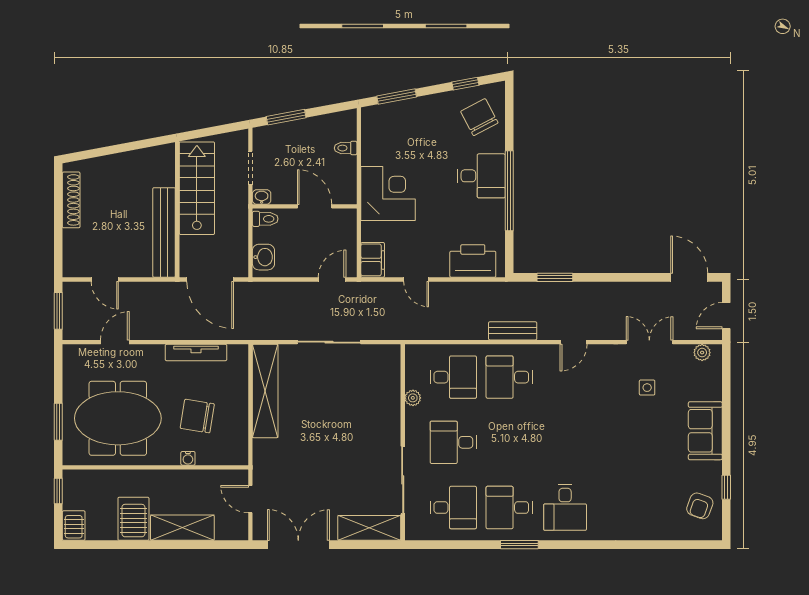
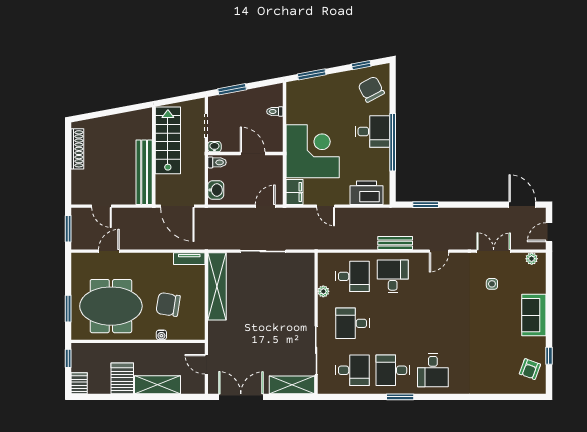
corner desk: (388, 194) -> (313, 151), width x1.36, depth x1.36
tv unit: (196, 352) -> (189, 259), moved, width x0.71
desk: (509, 377) -> (393, 276), turned 90

